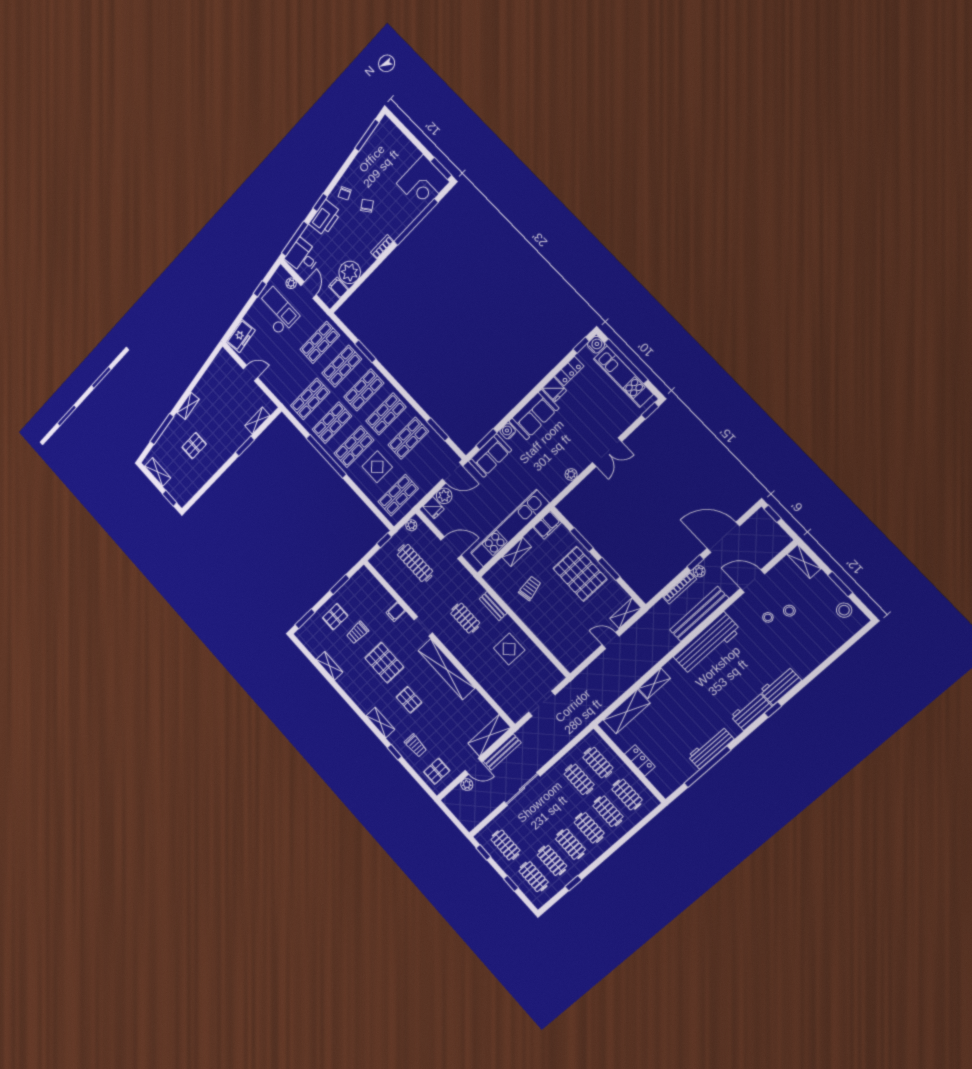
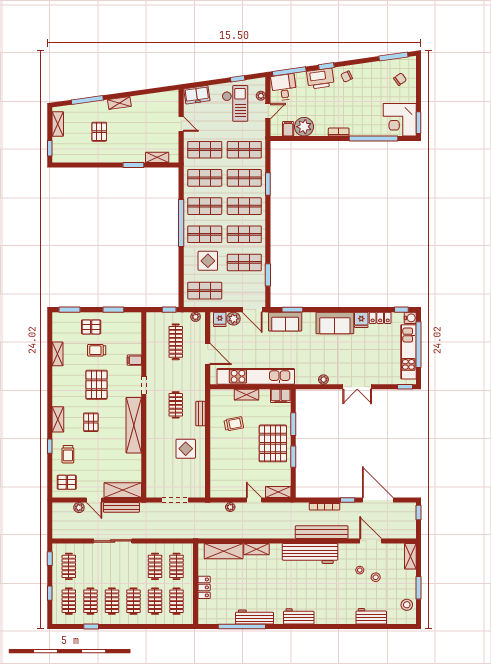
chair: (367, 206) -> (400, 79), moved
shop shelf: (288, 375) -> (205, 150), added
water cooler: (508, 431) -> (310, 317), removed
pallet: (194, 446) -> (99, 132), turned 90
plant: (699, 571) -> (230, 507), moved
workbench: (781, 686) -> (371, 616), moved
window: (773, 710) -> (312, 627), removed

